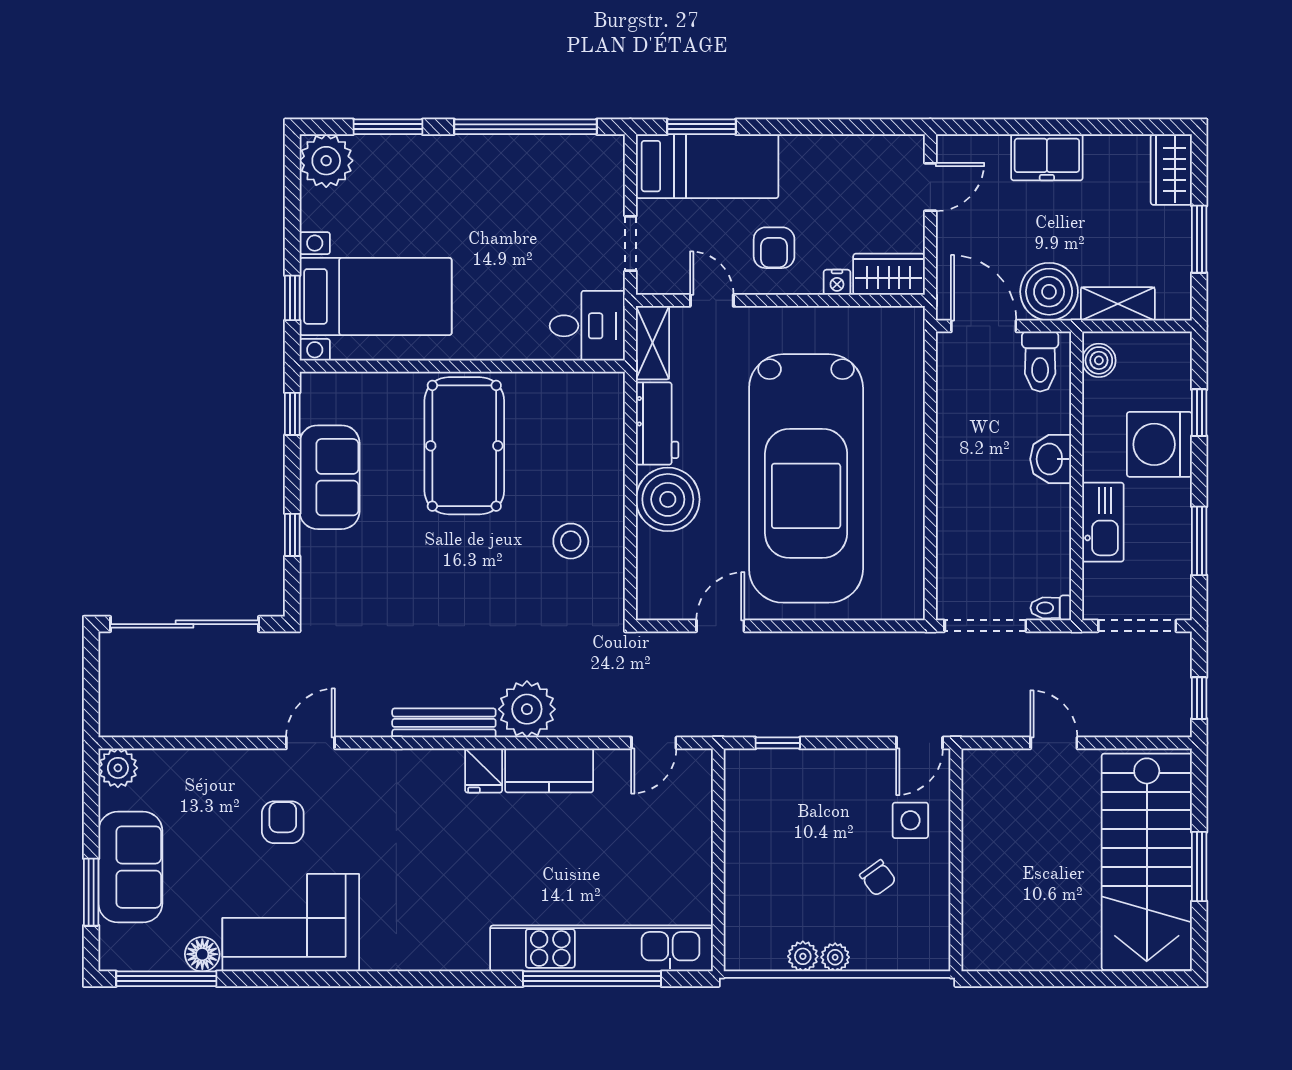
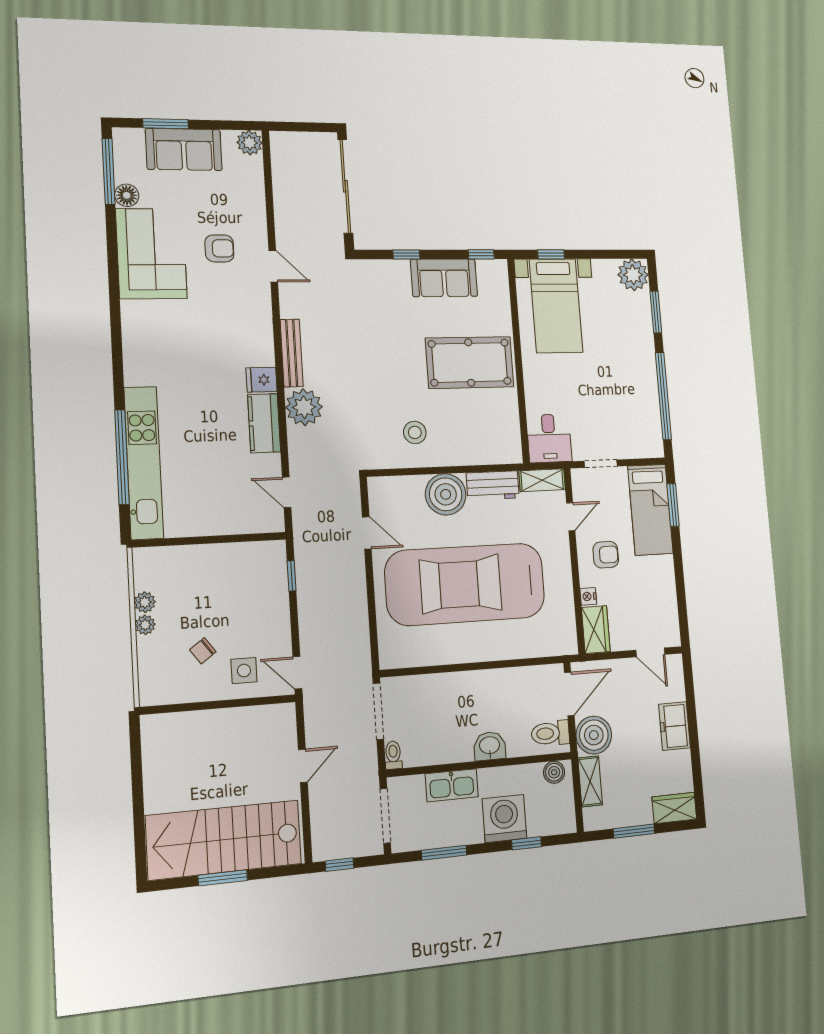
armchair: (774, 248) -> (606, 555), turned 180

